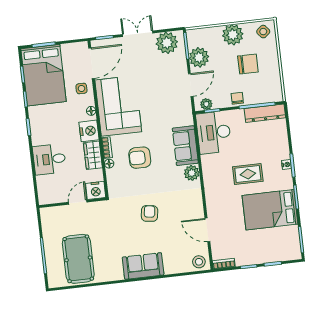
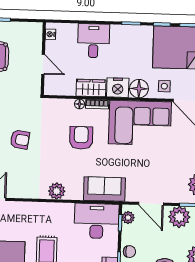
floor lamp: (91, 111) -> (139, 89), width x1.89, depth x1.89
sofa: (185, 146) -> (104, 189), moved
nightstand: (96, 190) -> (50, 34), moved, width x0.53, depth x0.56

